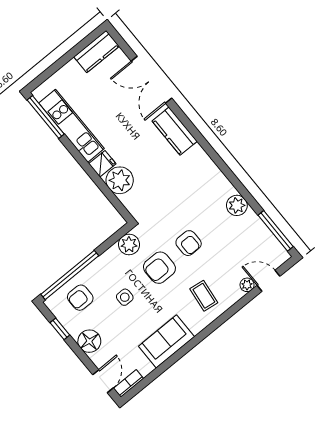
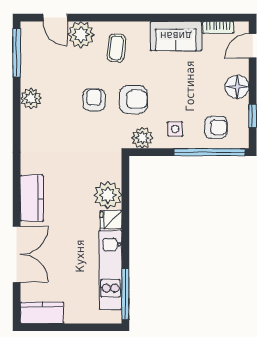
plant: (247, 285) -> (81, 35), width x1.88, depth x1.88
side table: (125, 297) -> (175, 129), moved
bookcase: (129, 383) -> (218, 27), moved

